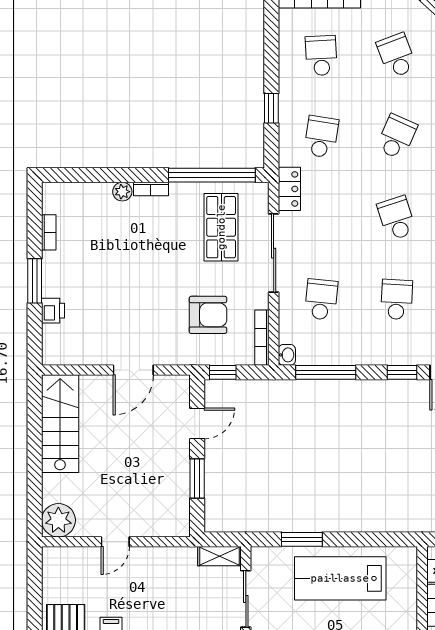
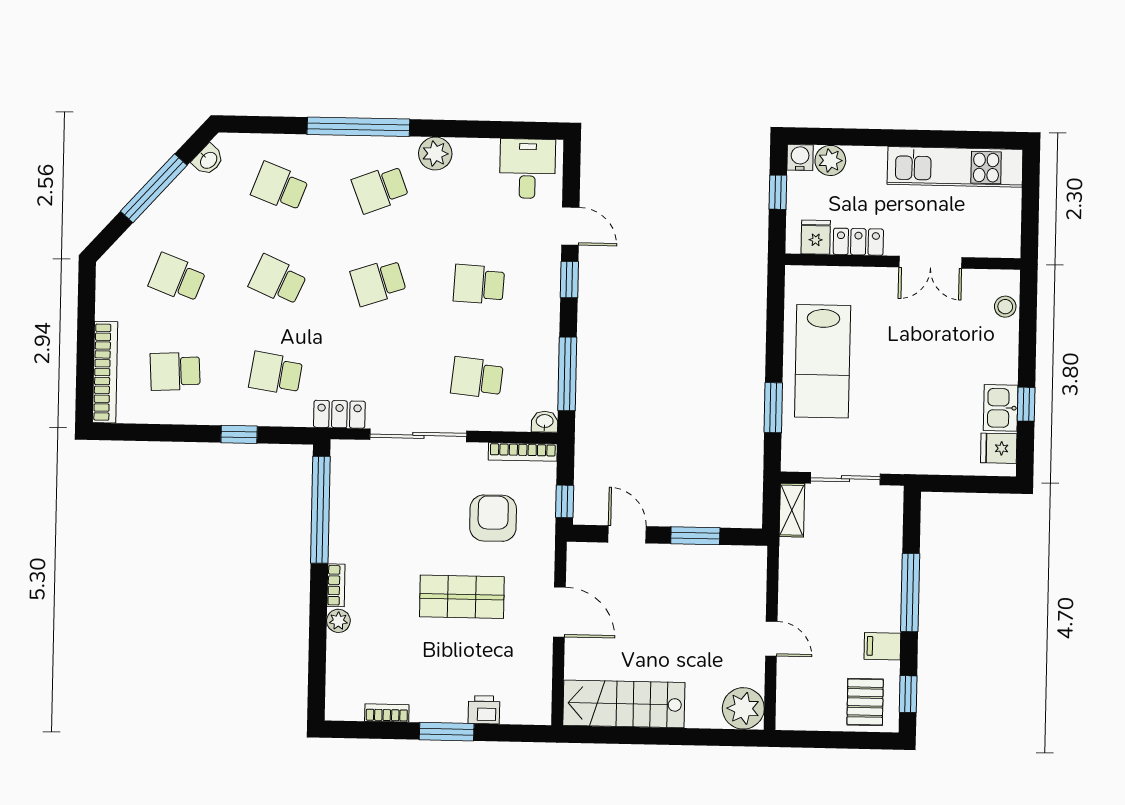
school desk: (397, 56) -> (177, 278), turned 42
shop shelf: (221, 227) -> (462, 597), moved

